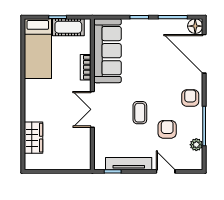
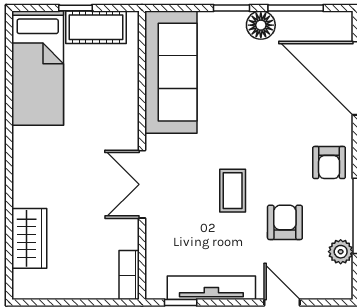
floor lamp: (195, 26) -> (261, 25), moved
bookcase: (86, 67) -> (129, 275), moved
armchair: (190, 98) -> (329, 163), turned 180

